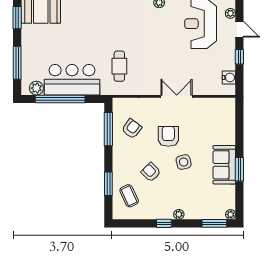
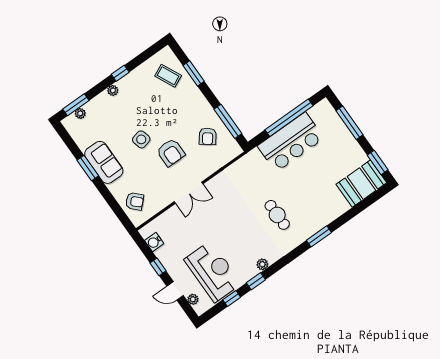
cafe table: (119, 66) -> (277, 215), moved
plant: (36, 88) -> (317, 112), removed
armchair: (151, 172) -> (135, 201), moved
plant: (231, 214) -> (80, 113), moved

